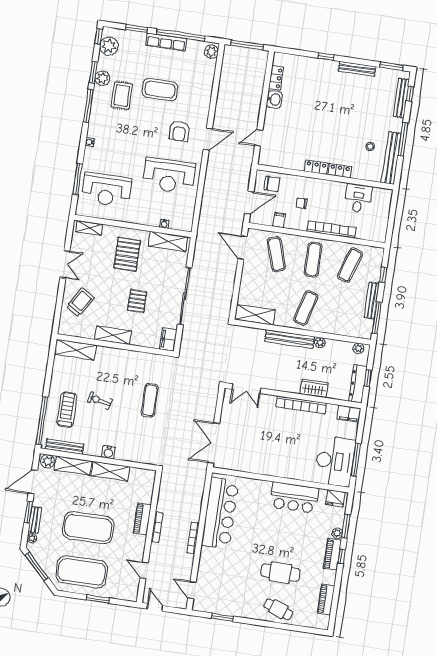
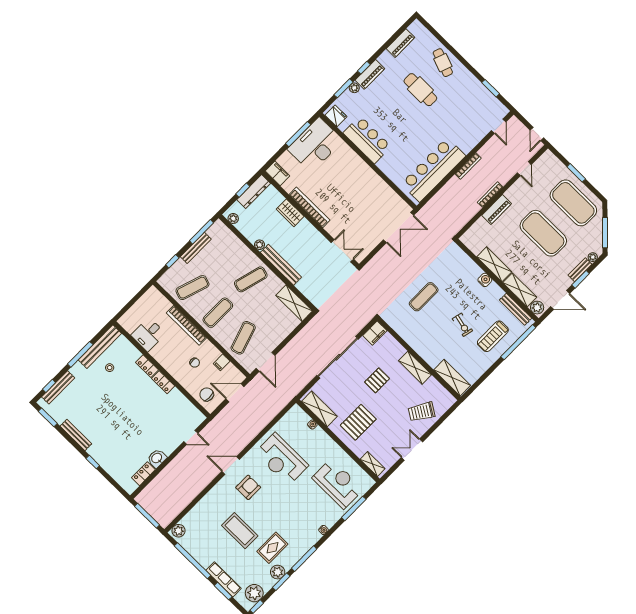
row of seats: (166, 42) -> (224, 579), moved
reception desk: (169, 176) -> (282, 459), turned 180

